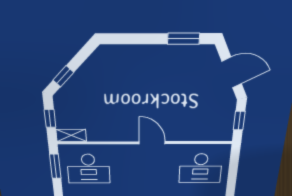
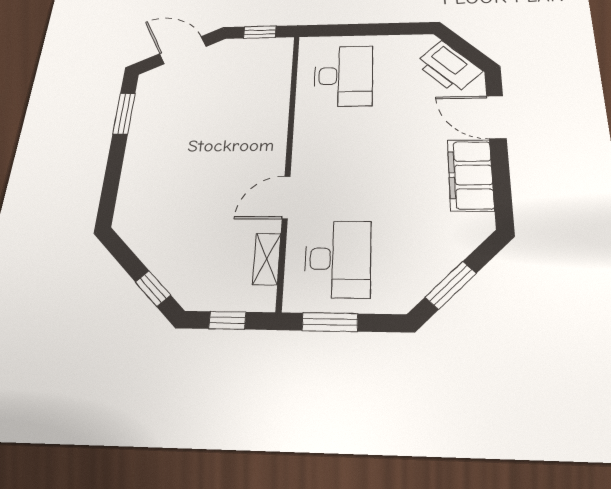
door: (232, 72) -> (183, 50), hinge flipped
shelving: (71, 135) -> (267, 259), moved
door: (152, 143) -> (286, 197), moved

